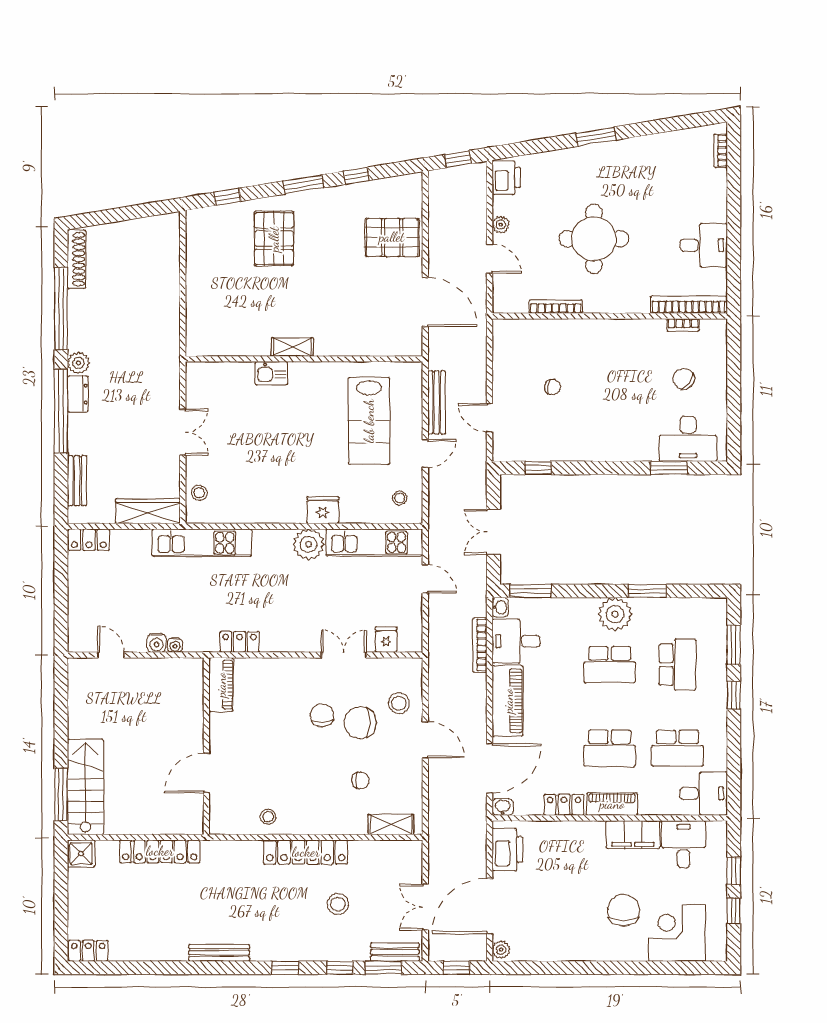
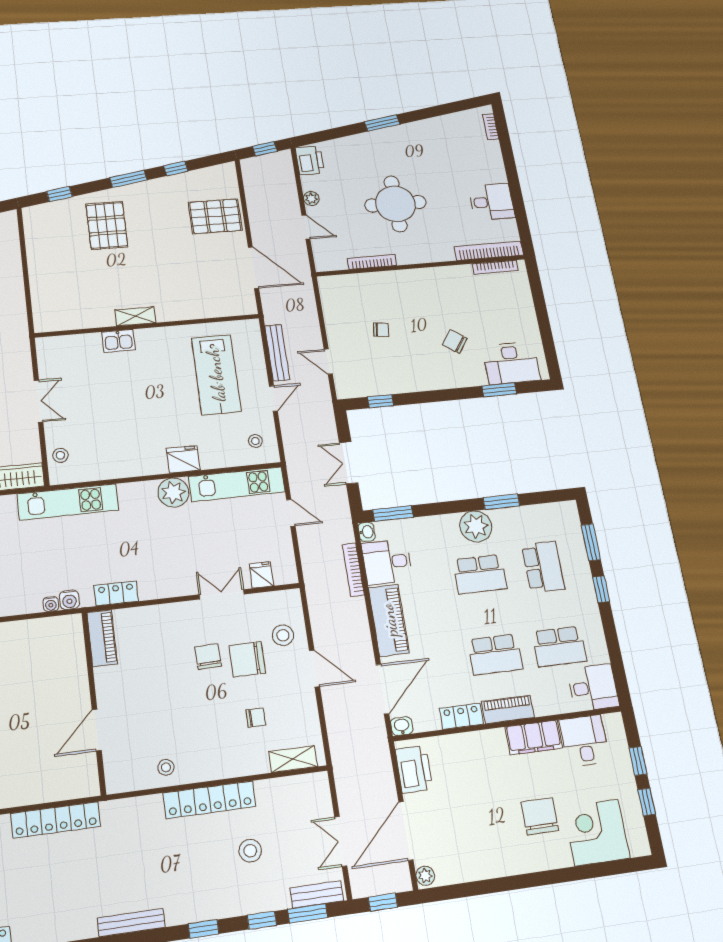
bookcase: (683, 325) -> (495, 267), width x1.56
chair: (684, 379) -> (455, 341), moved
water cooler: (156, 643) -> (69, 600), moved

